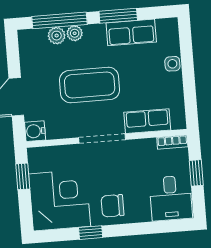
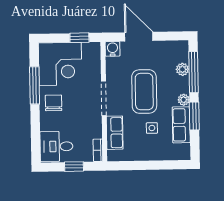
plant: (75, 33) -> (184, 100), moved
side table: (172, 64) -> (152, 128), moved
window: (91, 233) -> (35, 85), width x2.17

